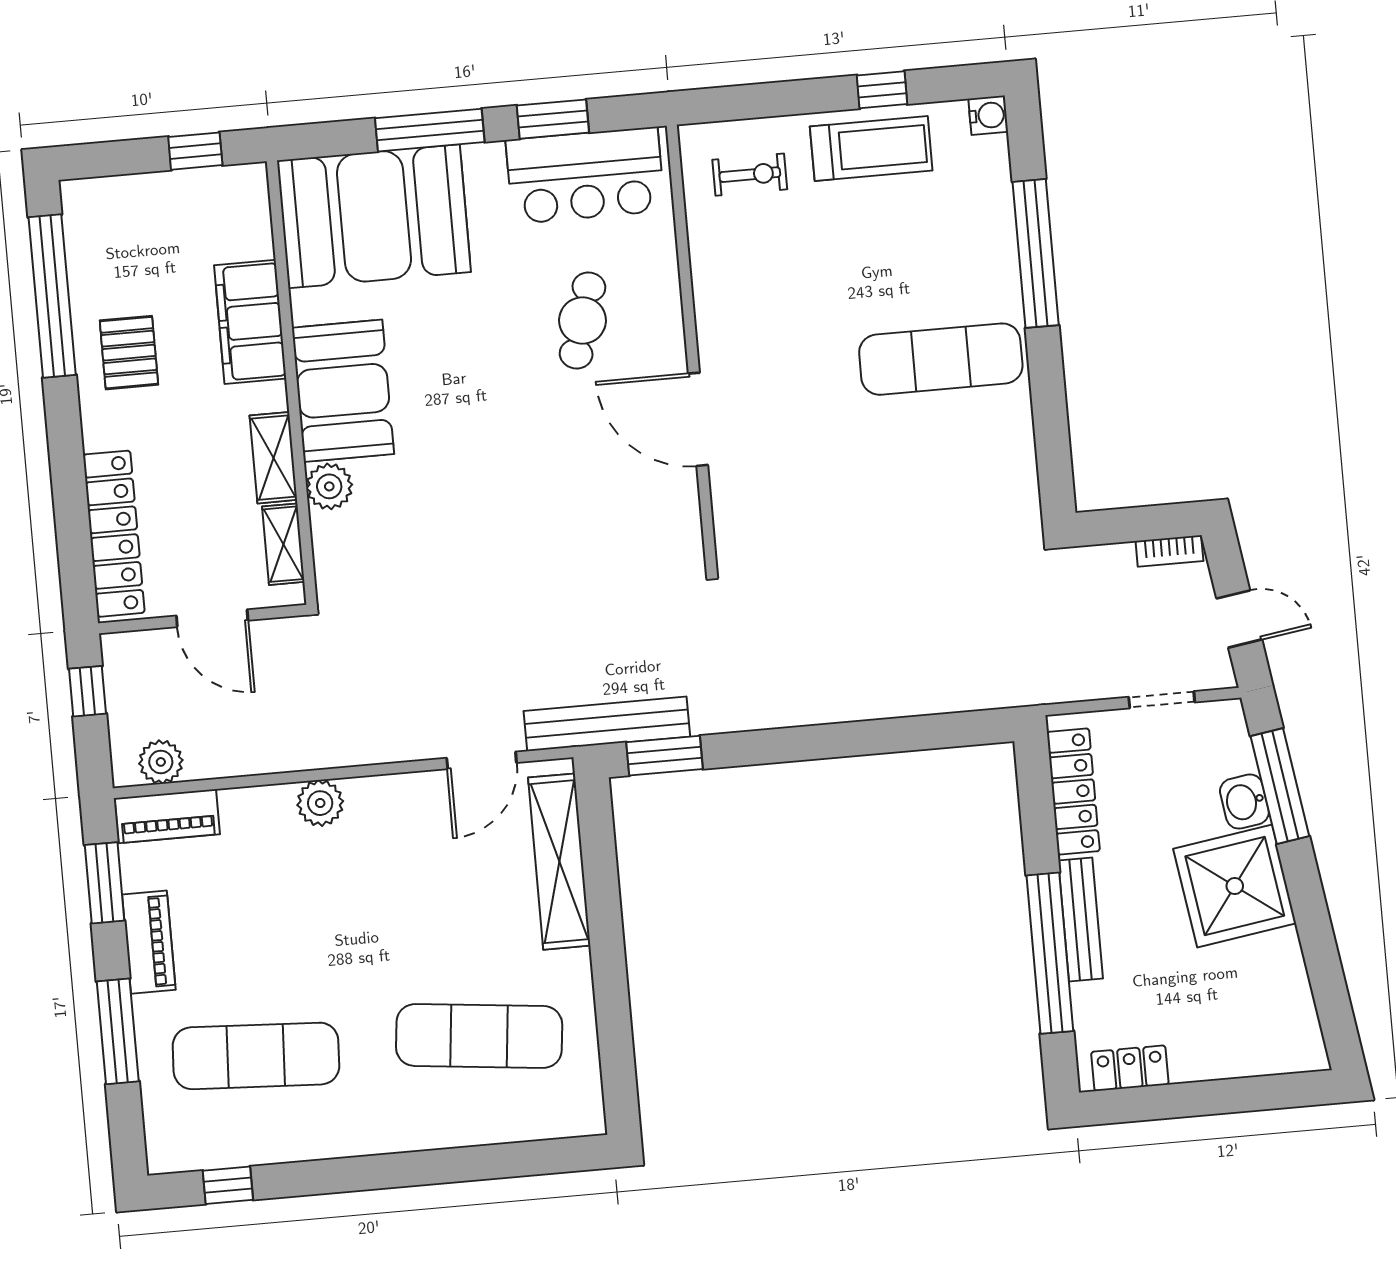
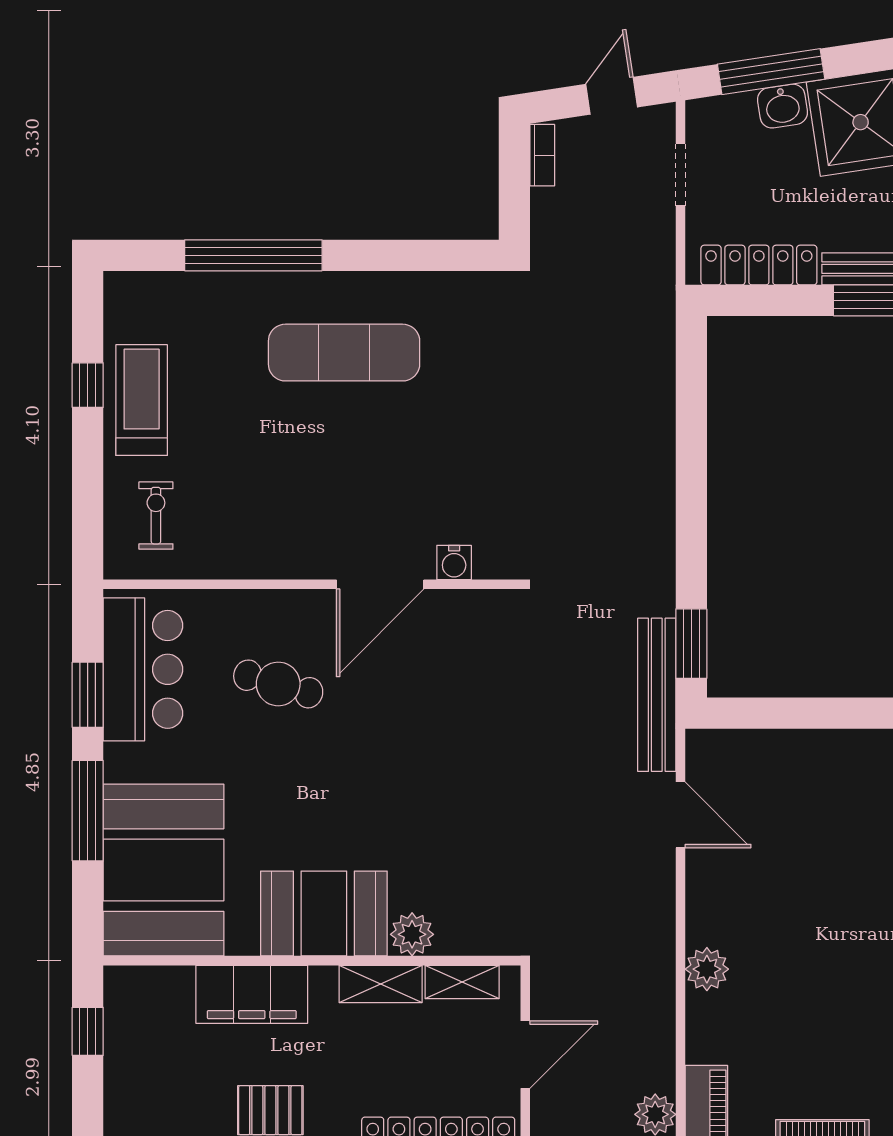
water cooler: (988, 115) -> (454, 562), moved, turned 180
exercise mat: (941, 359) -> (344, 353), turned 90
shelving: (559, 862) -> (781, 751), removed

